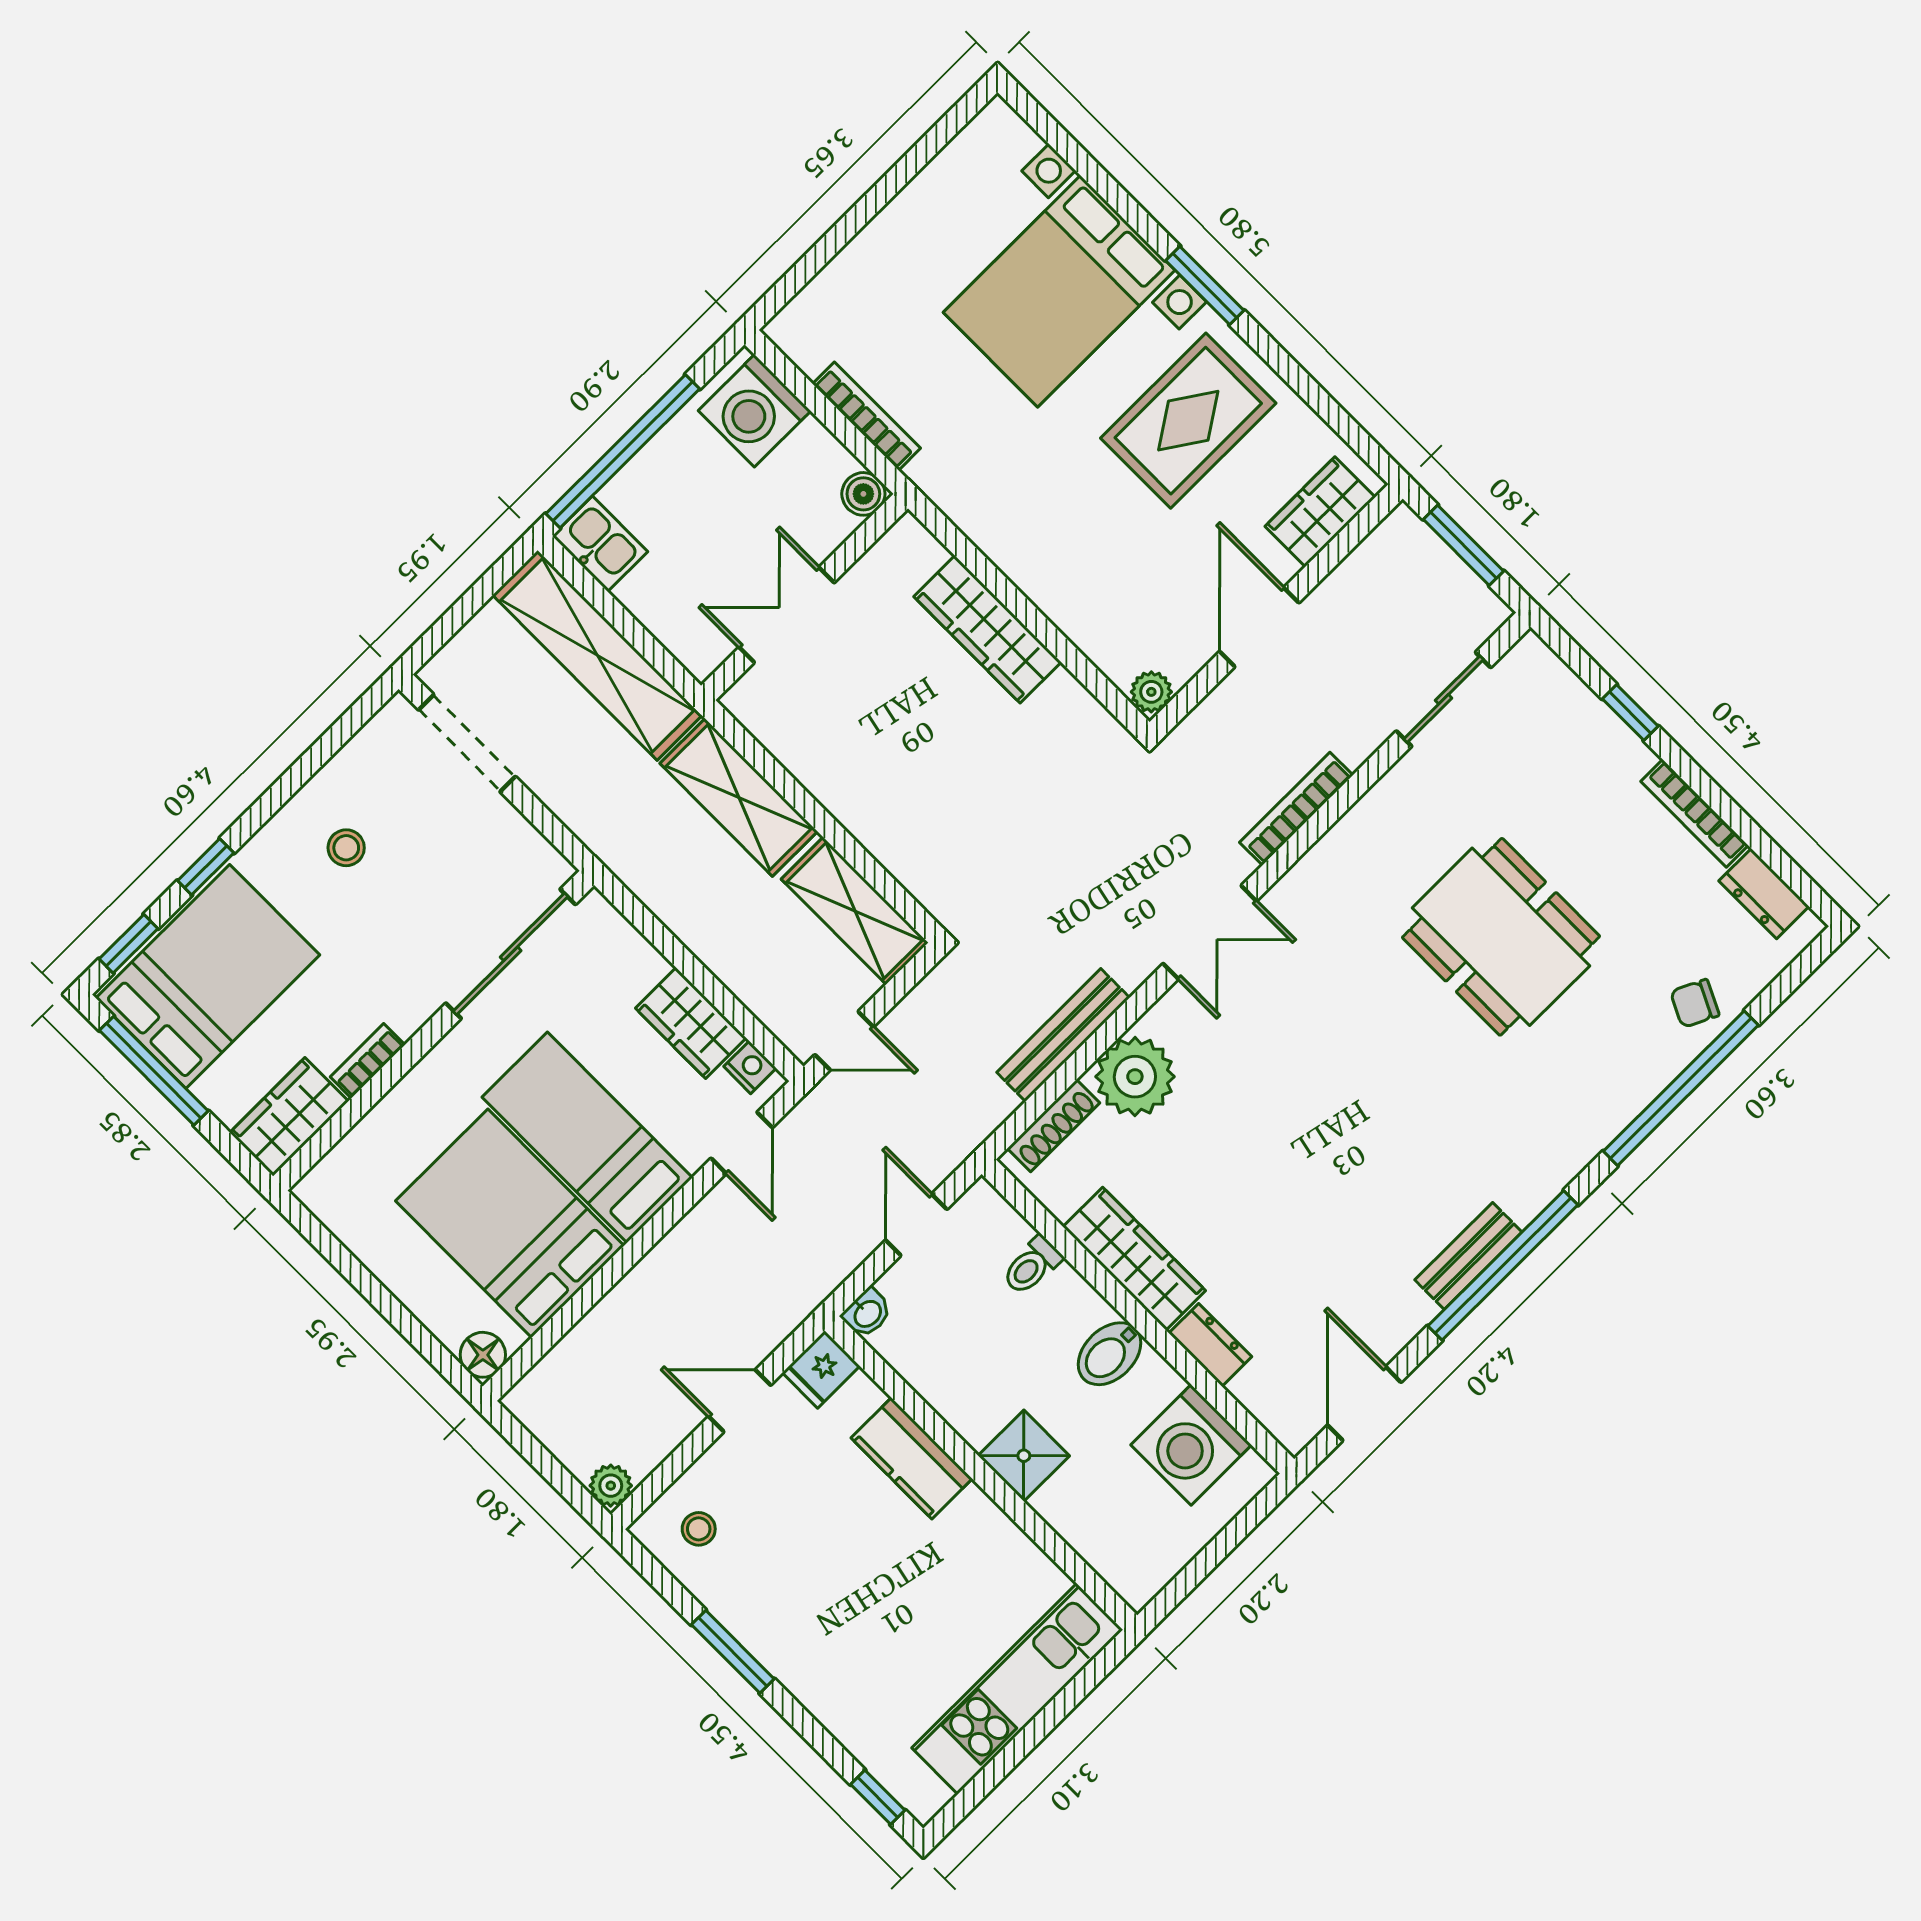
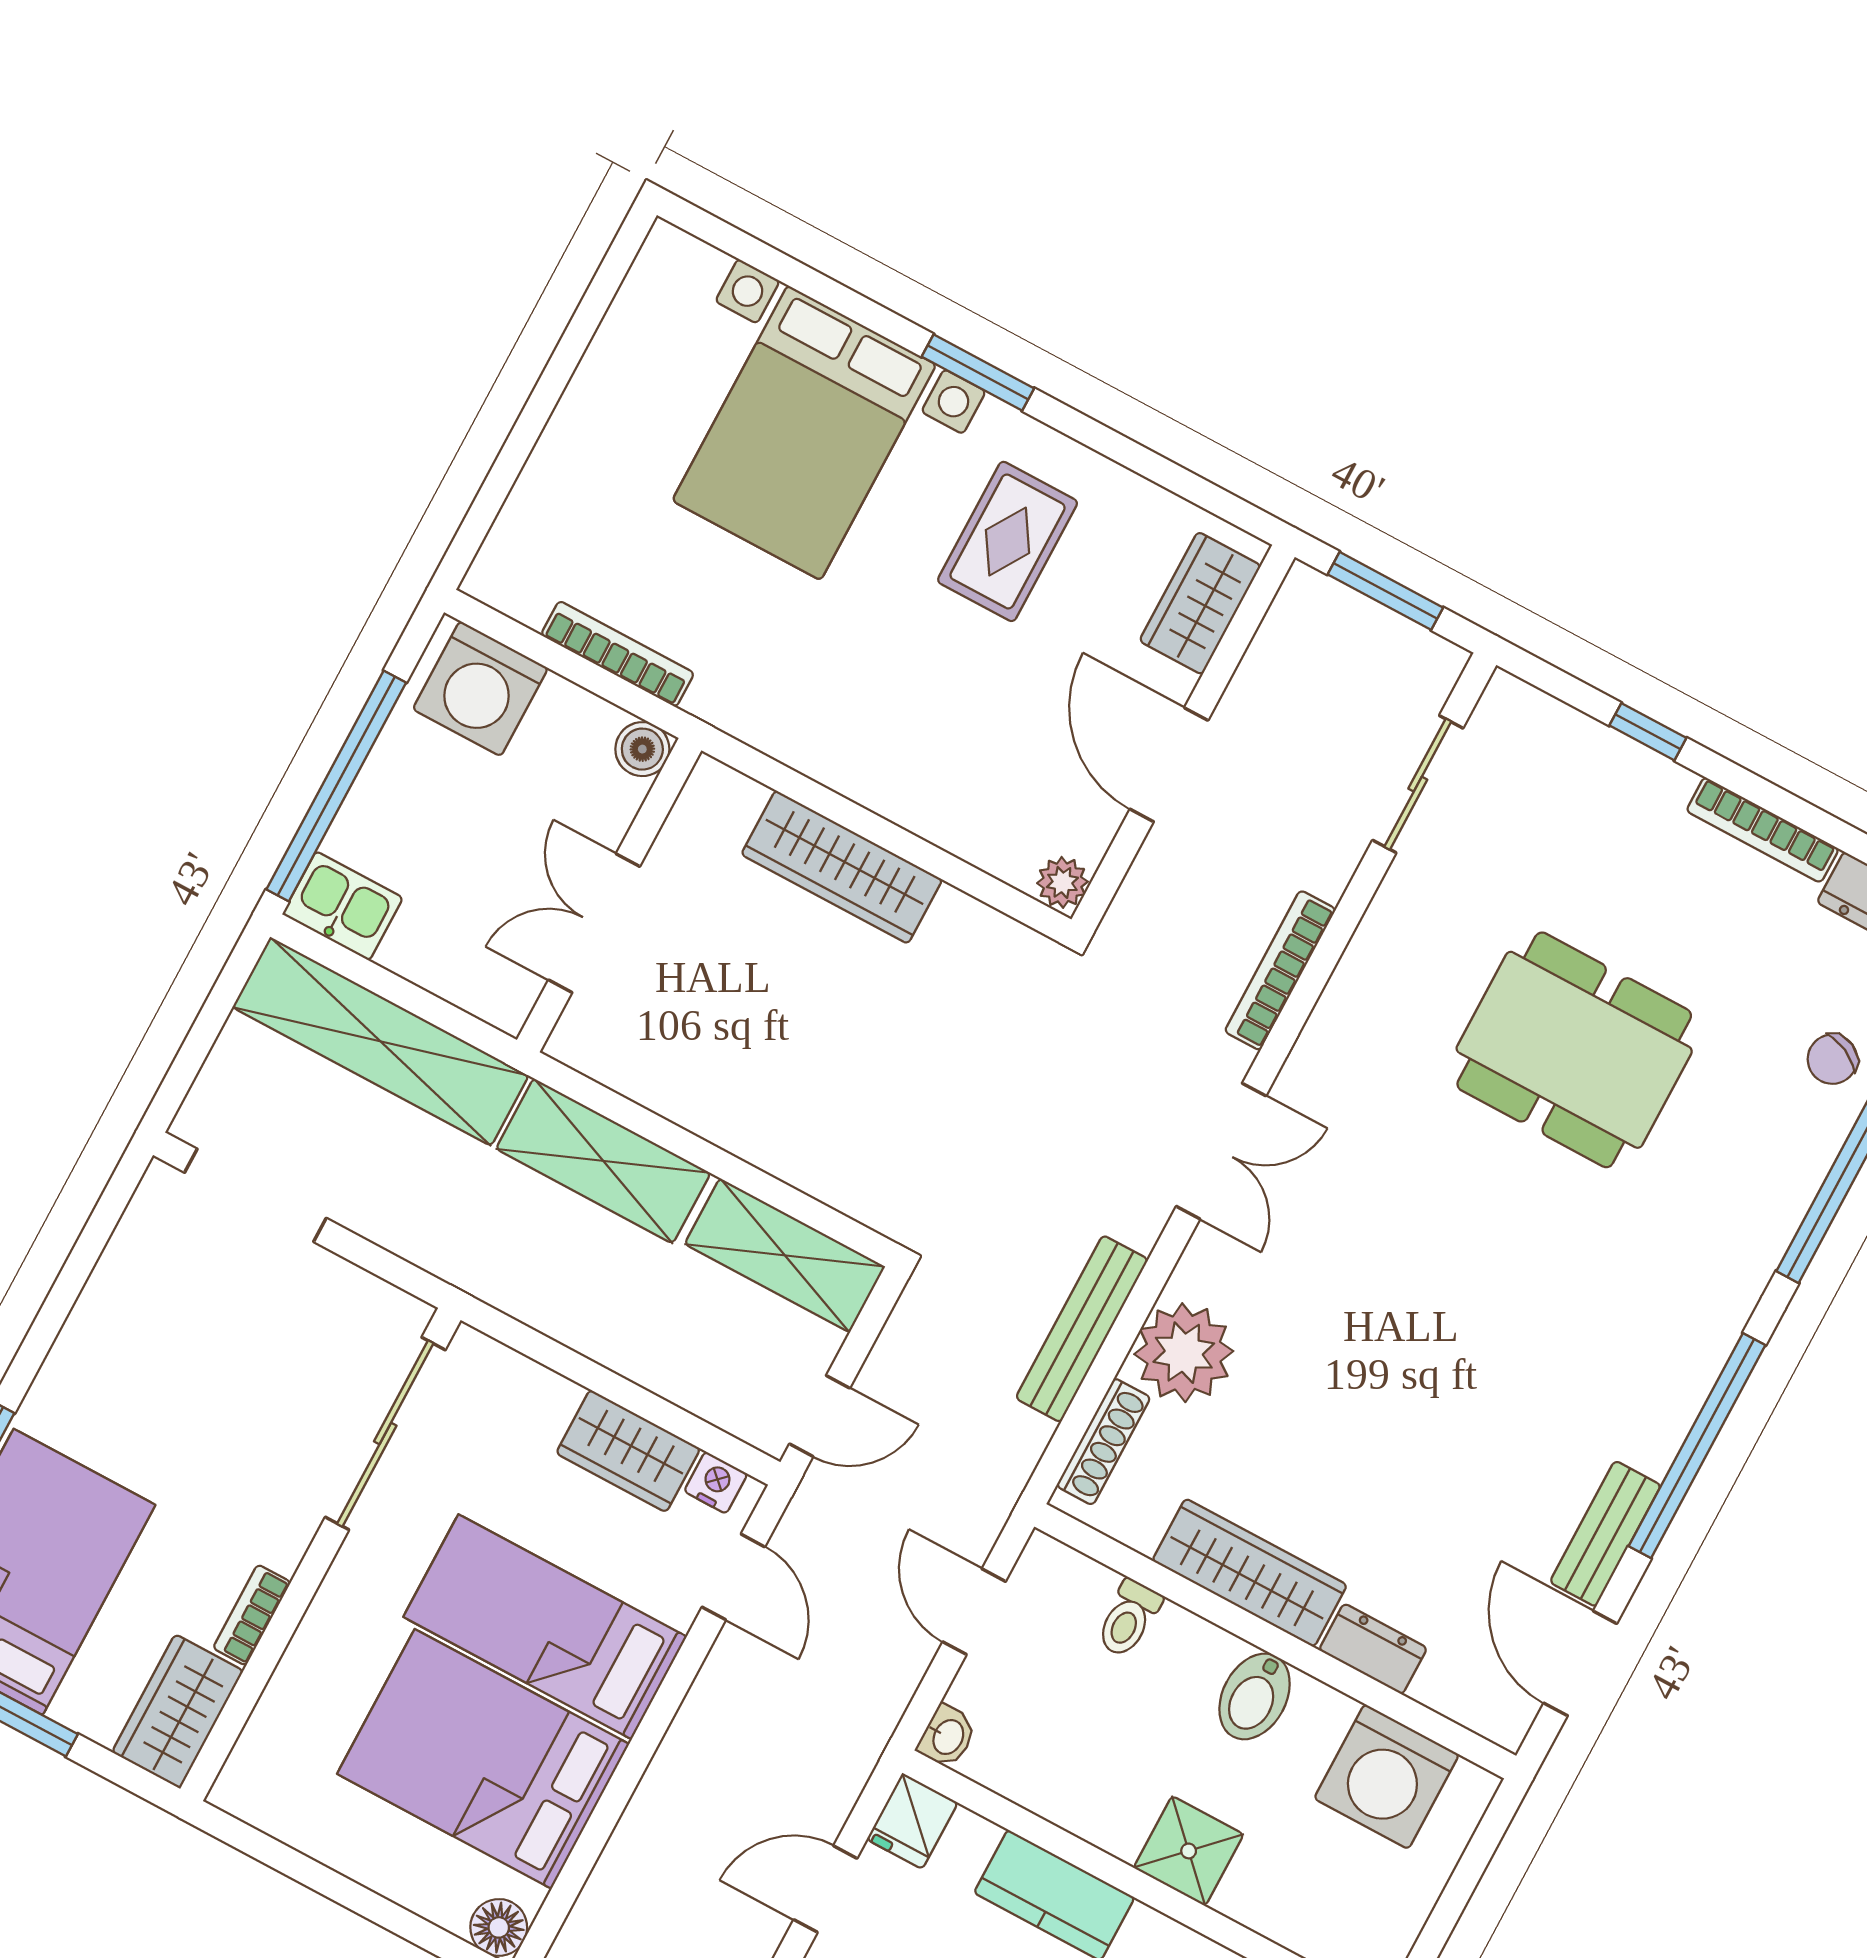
rug: (1188, 421) -> (1008, 541), width x0.73, depth x0.70
stool: (346, 848) -> (148, 1366), removed
bench: (1468, 1256) -> (1605, 1534), moved

